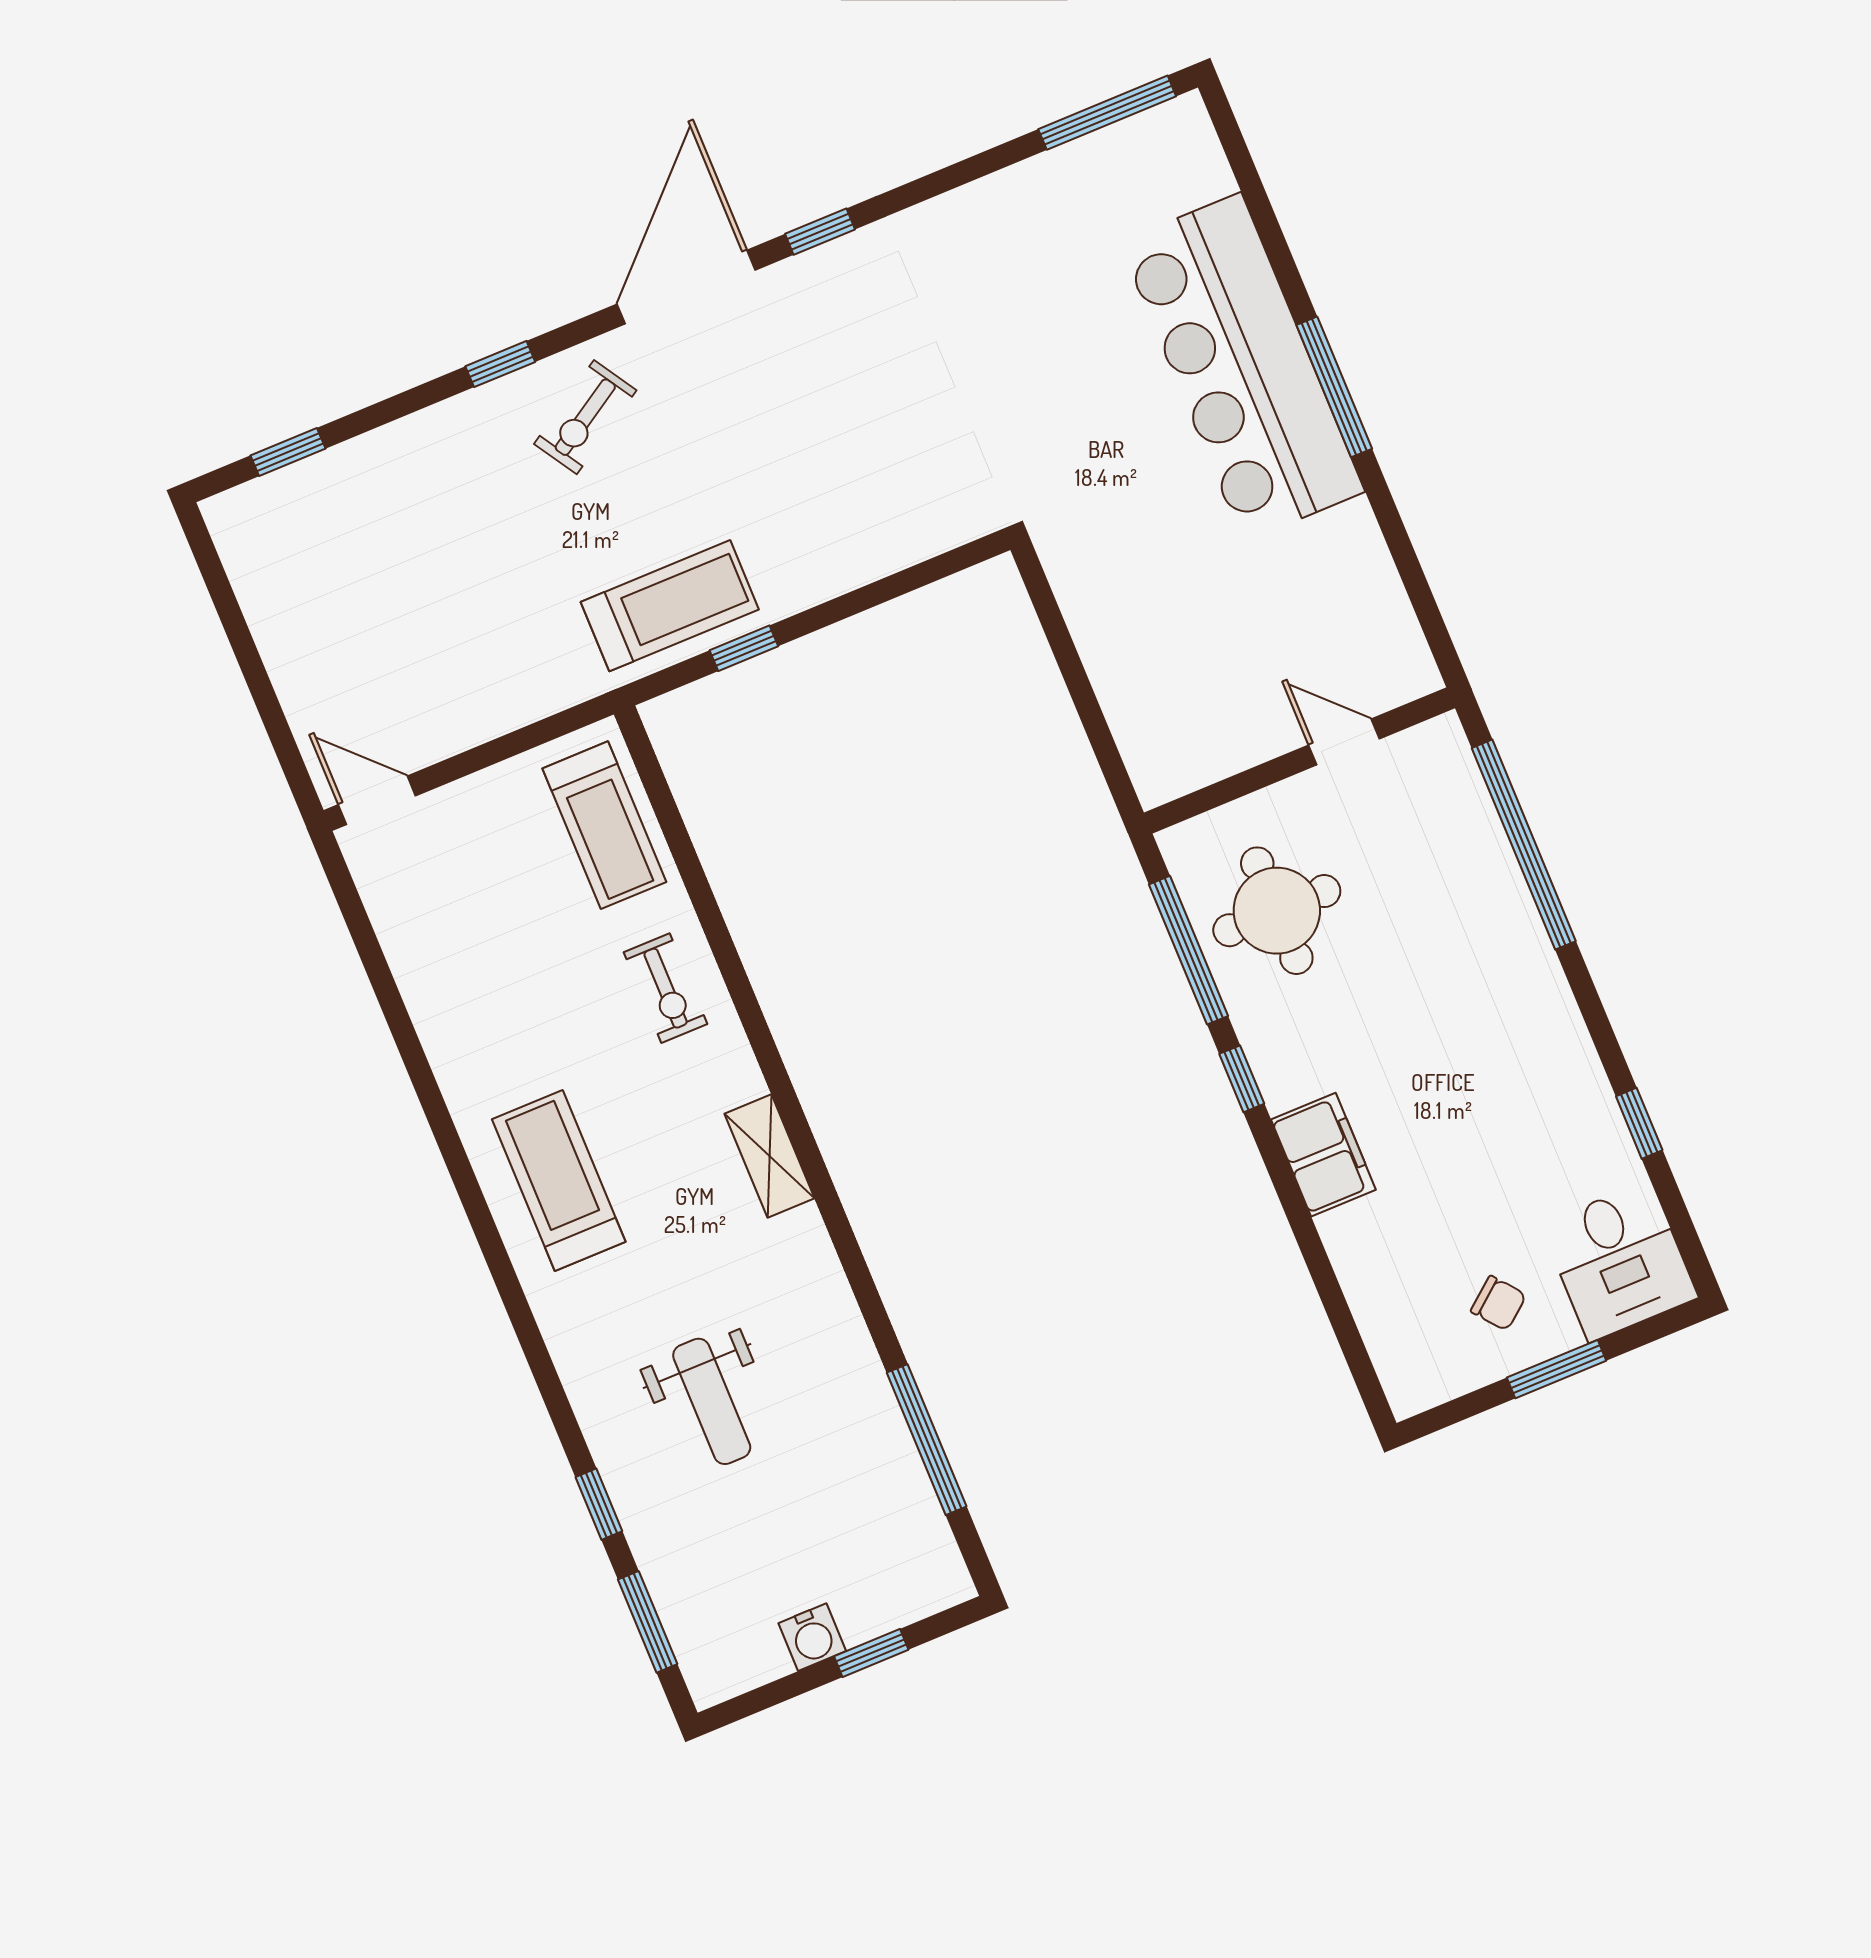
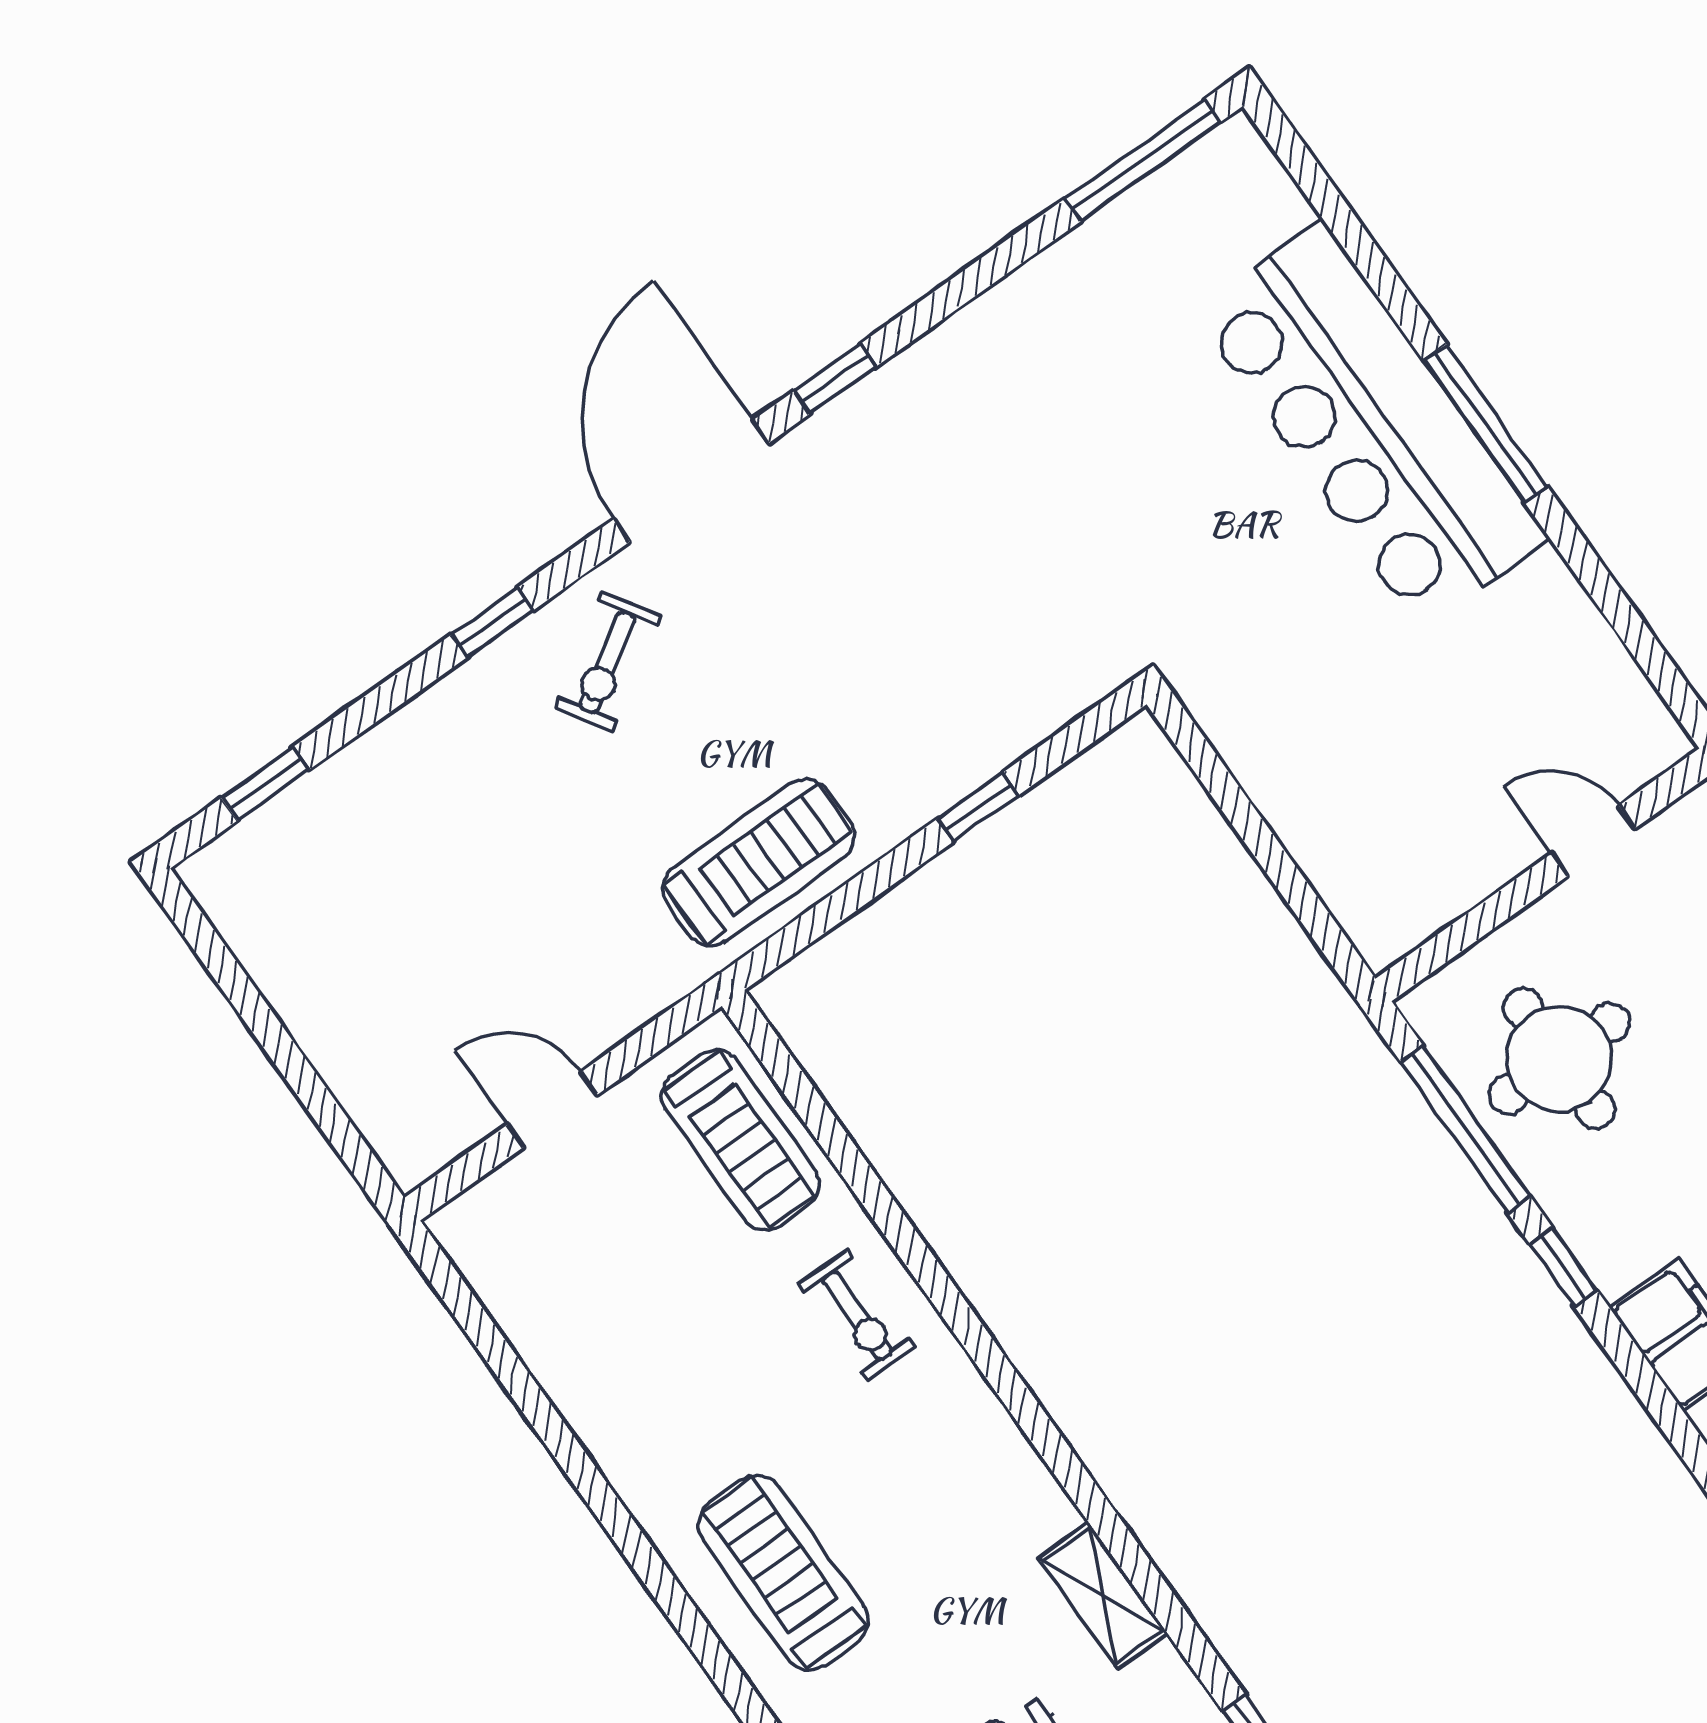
window: (744, 648) -> (978, 807), moved
door: (377, 800) -> (552, 1110), moved
shelving: (769, 1156) -> (1103, 1596), moved

